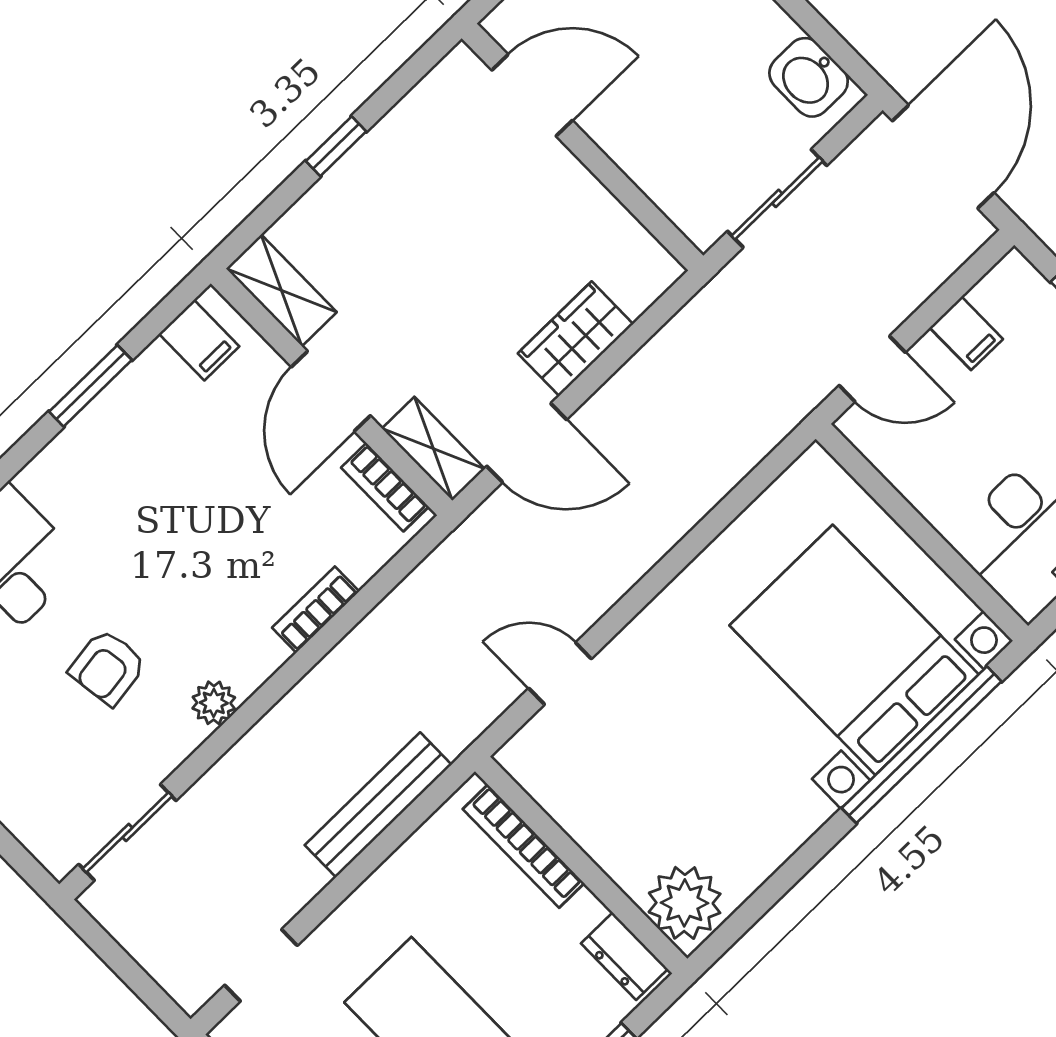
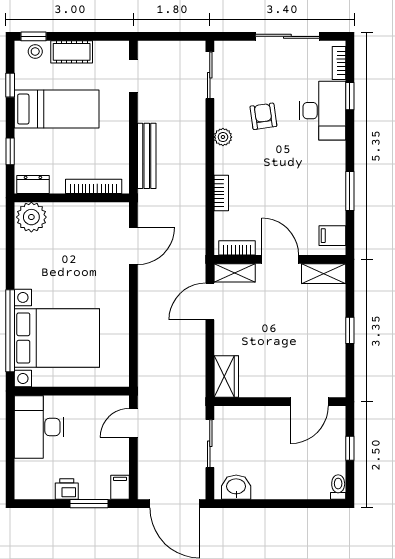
filing cabinet: (966, 333) -> (120, 487), moved, turned 90
wardrobe: (576, 339) -> (226, 376), moved
door: (560, 674) -> (133, 246), width x1.38

